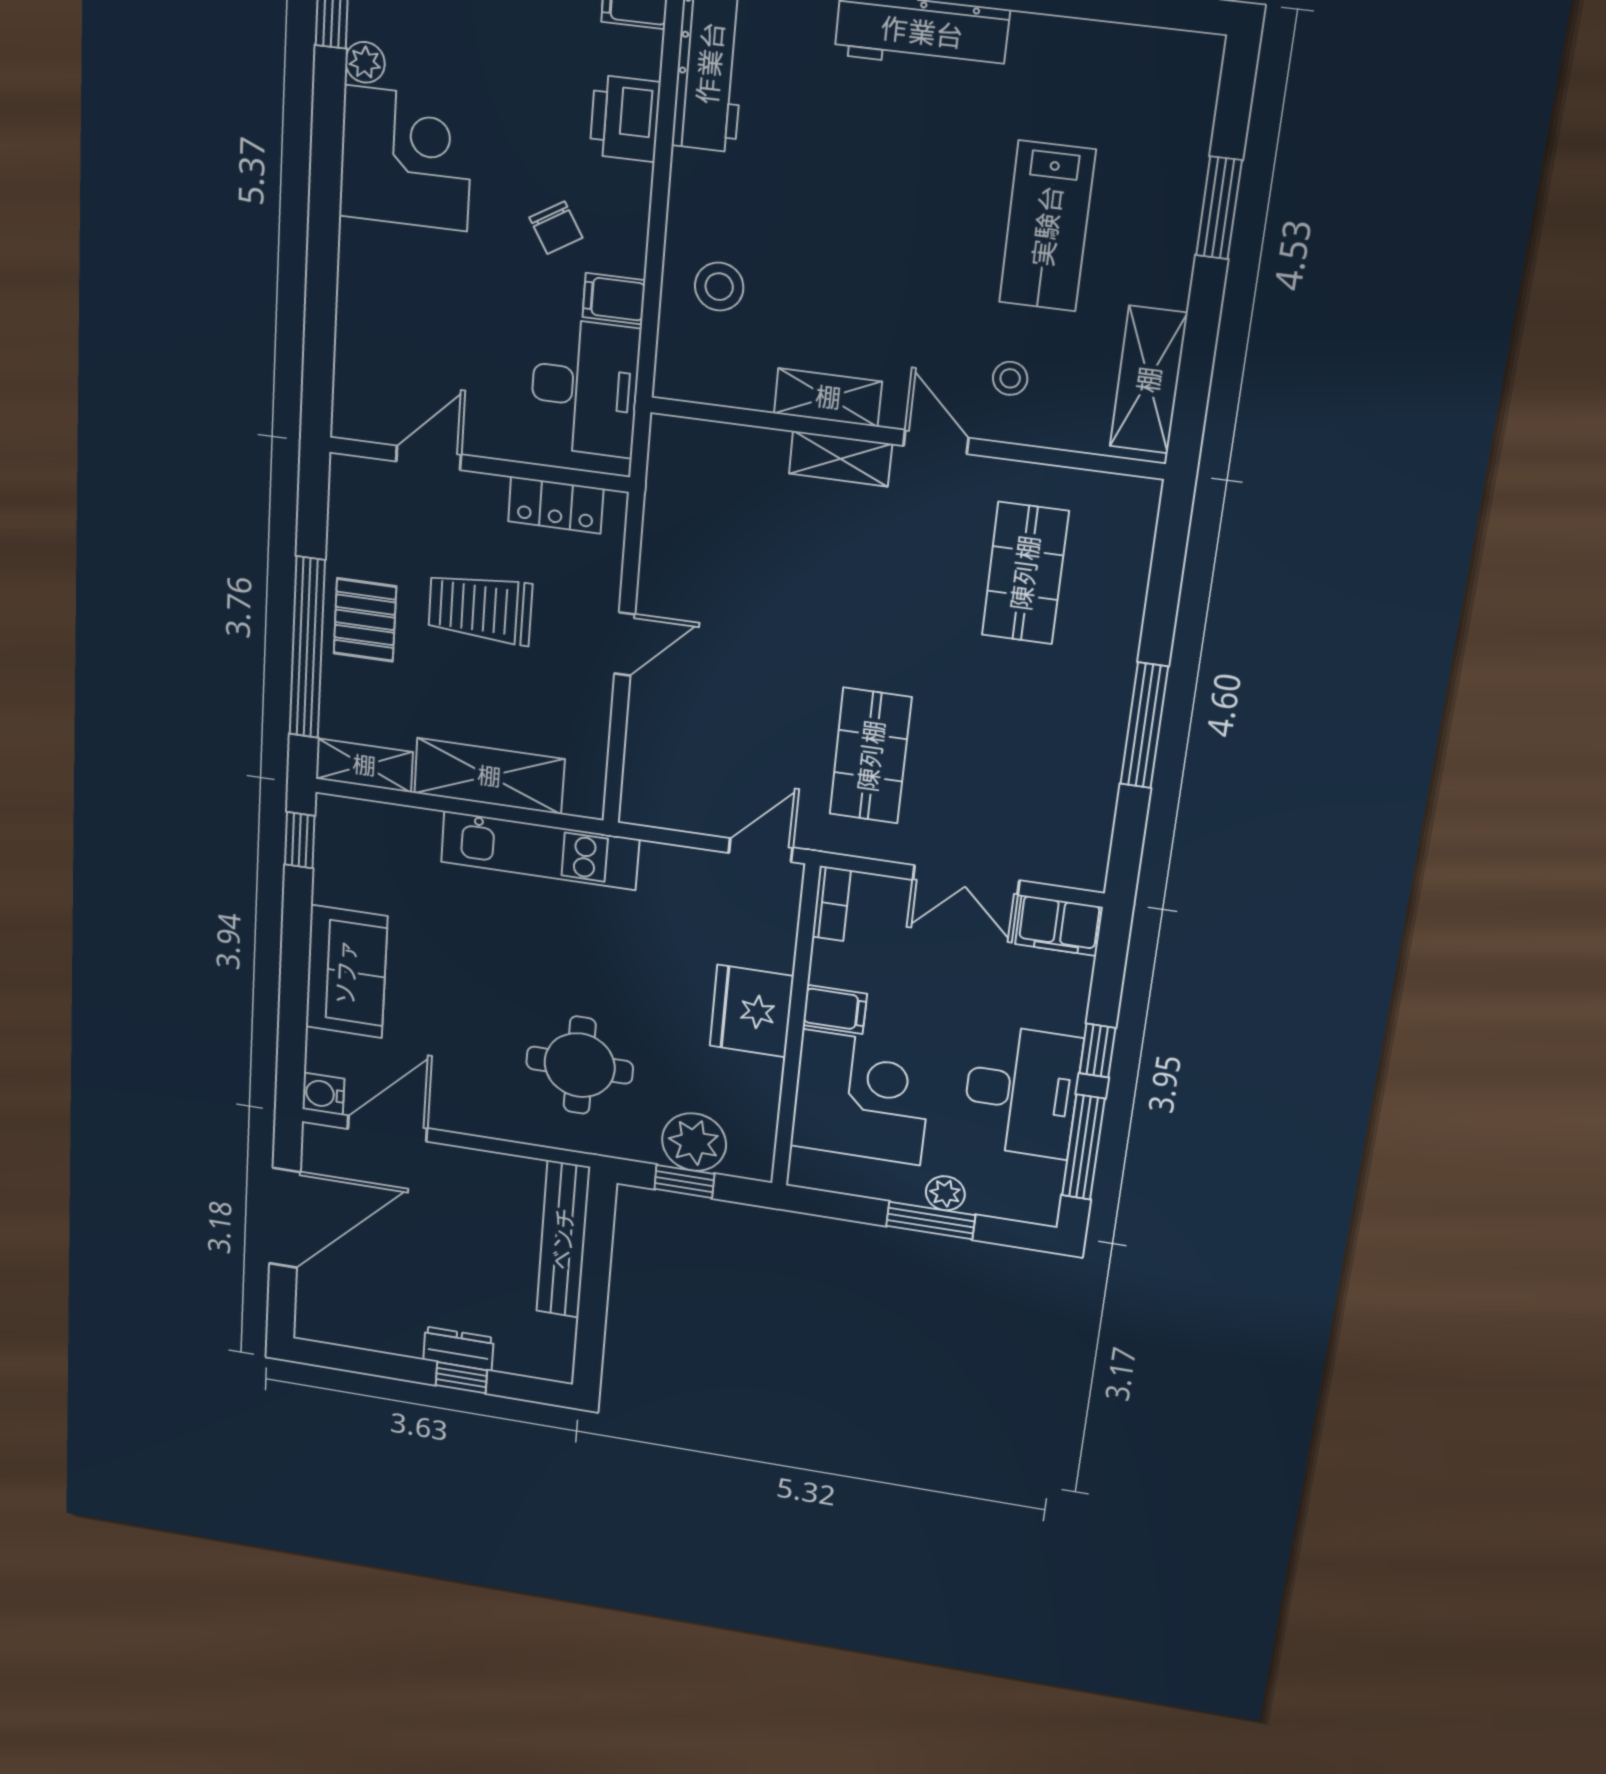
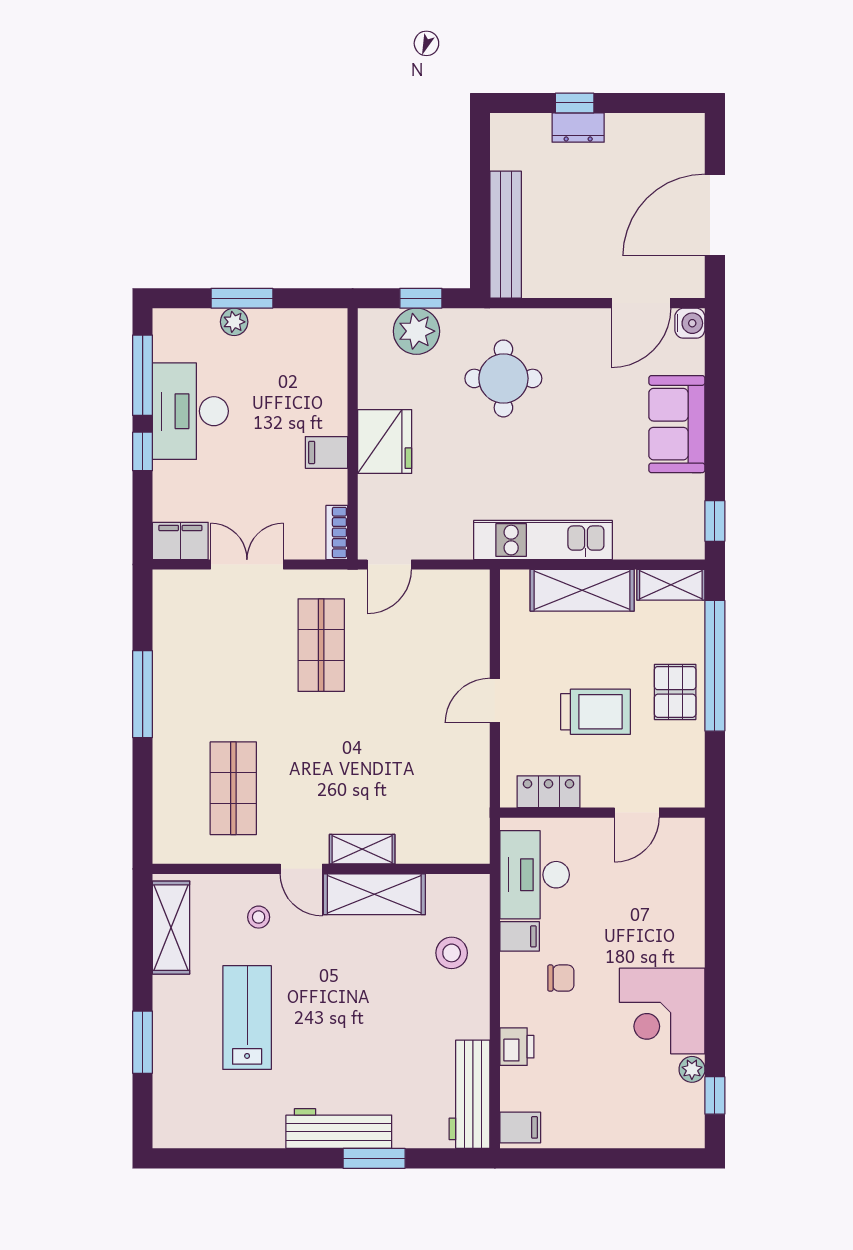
printer: (625, 118) -> (517, 1047), width x0.73, depth x0.81
chair: (556, 228) -> (561, 978), turned 121
shelving: (828, 397) -> (374, 894), width x1.50, depth x1.33
corner desk: (862, 1097) -> (301, 387), removed

